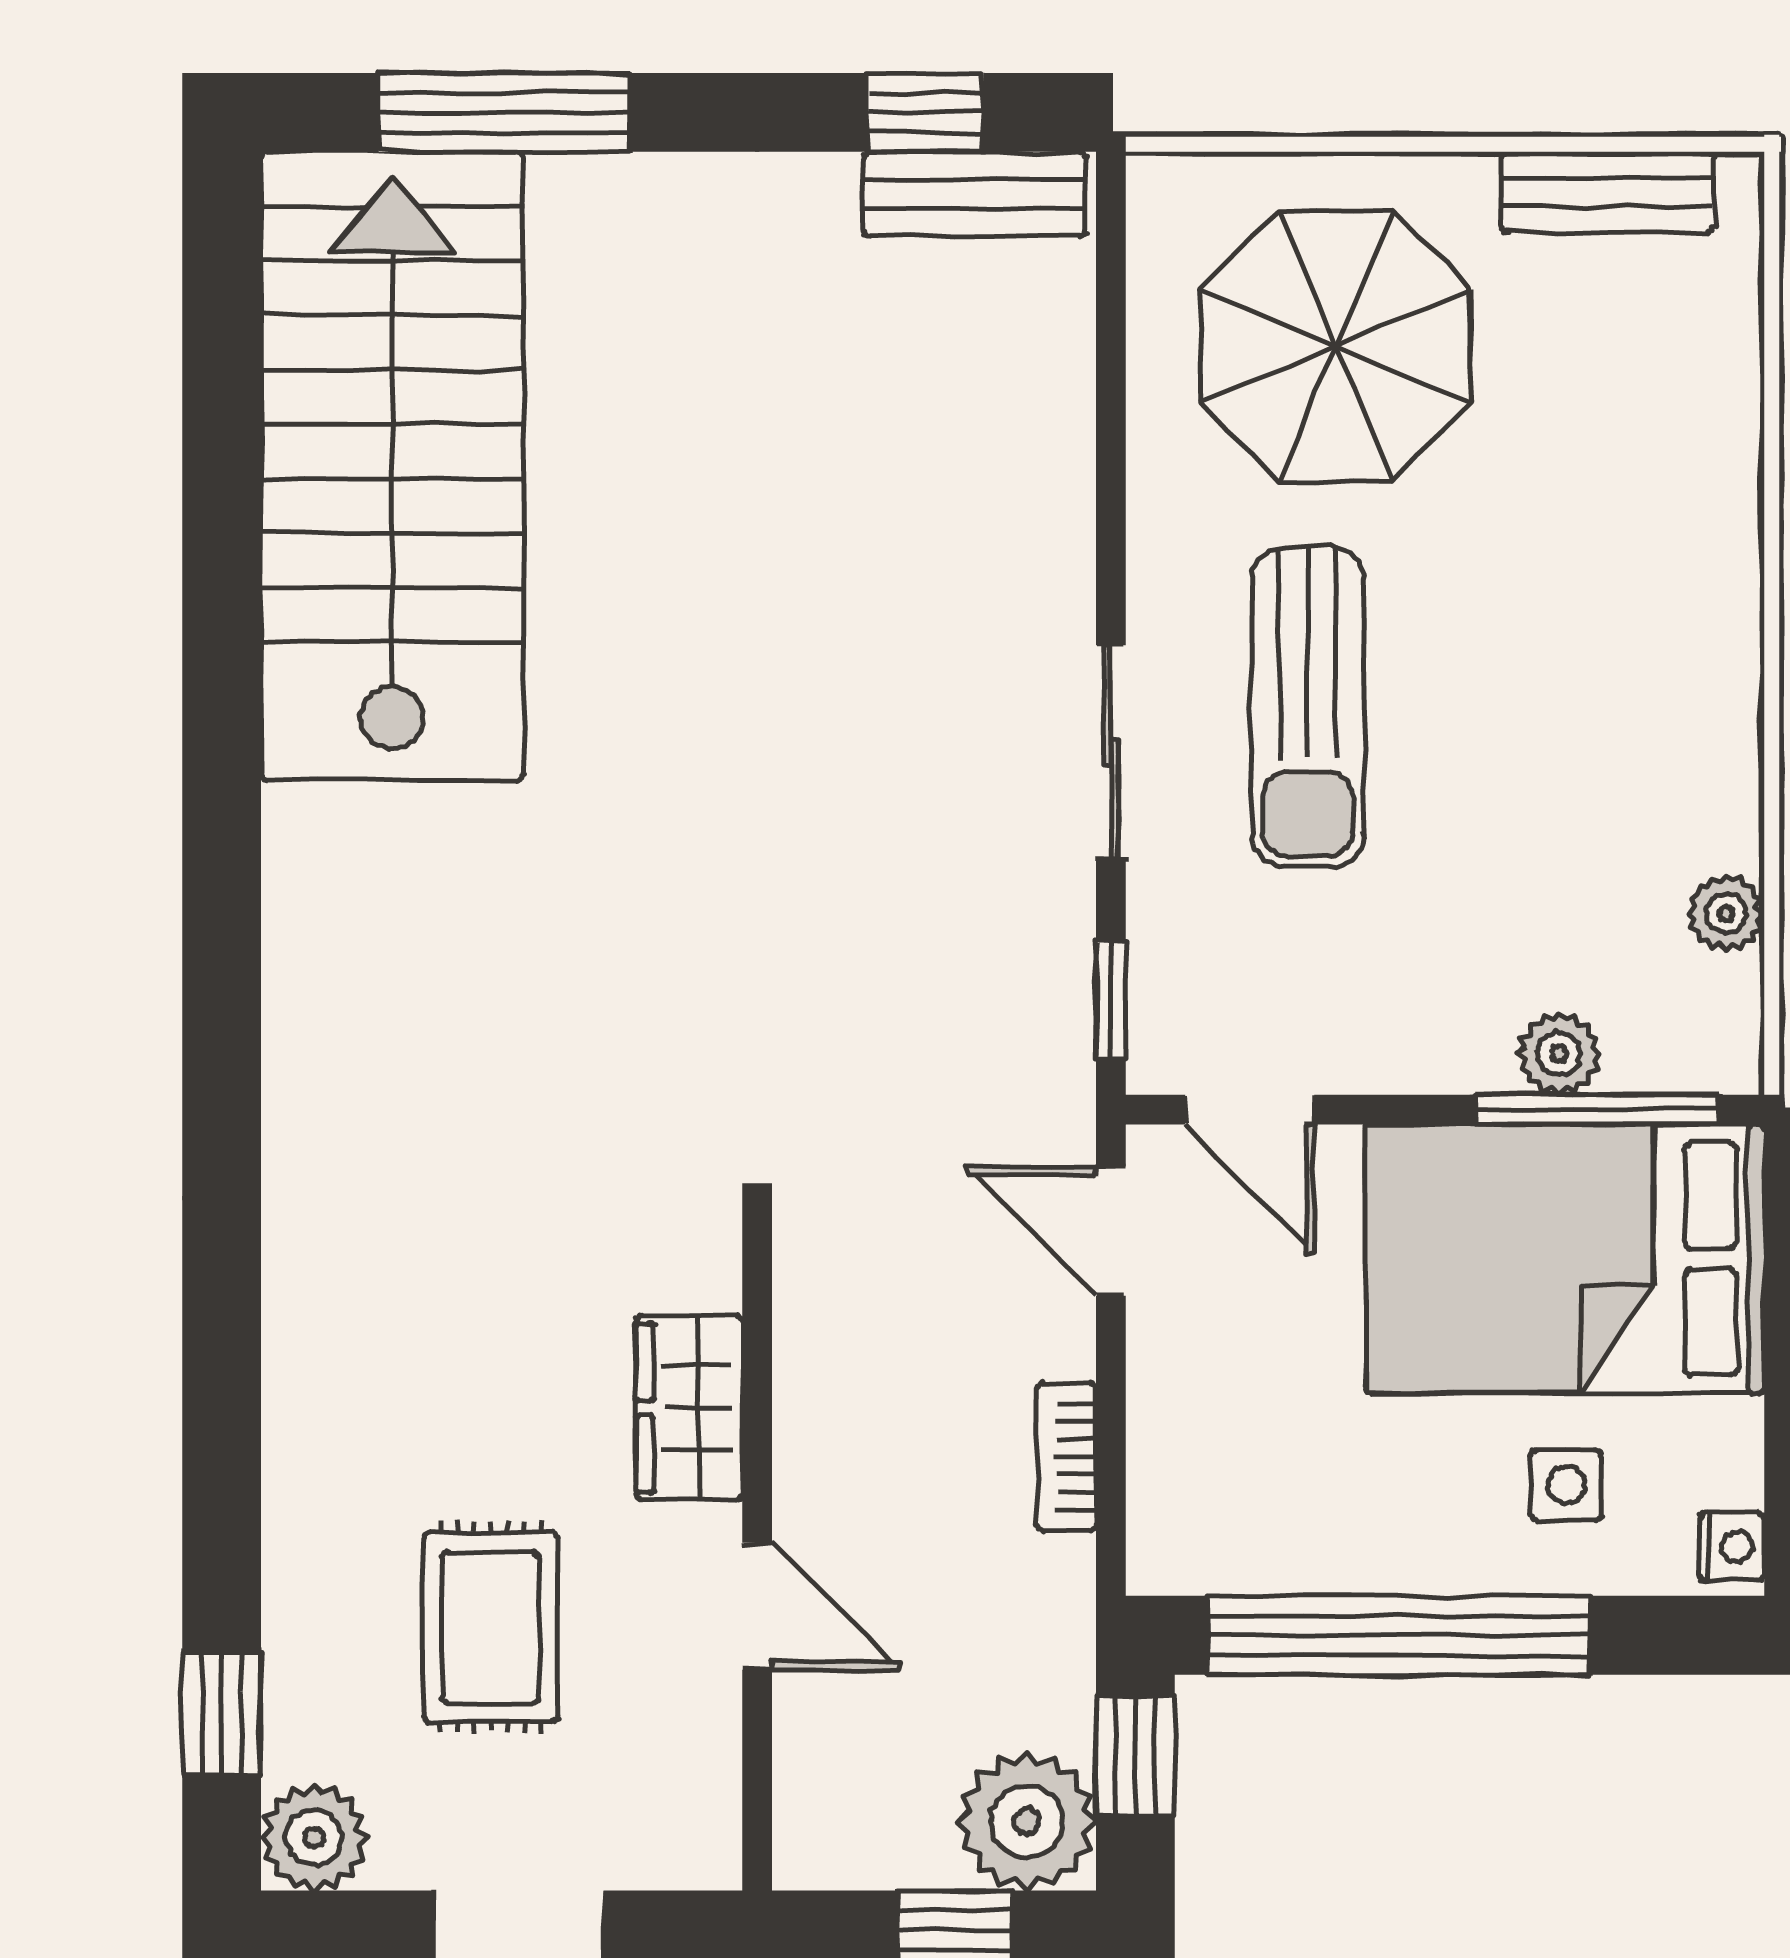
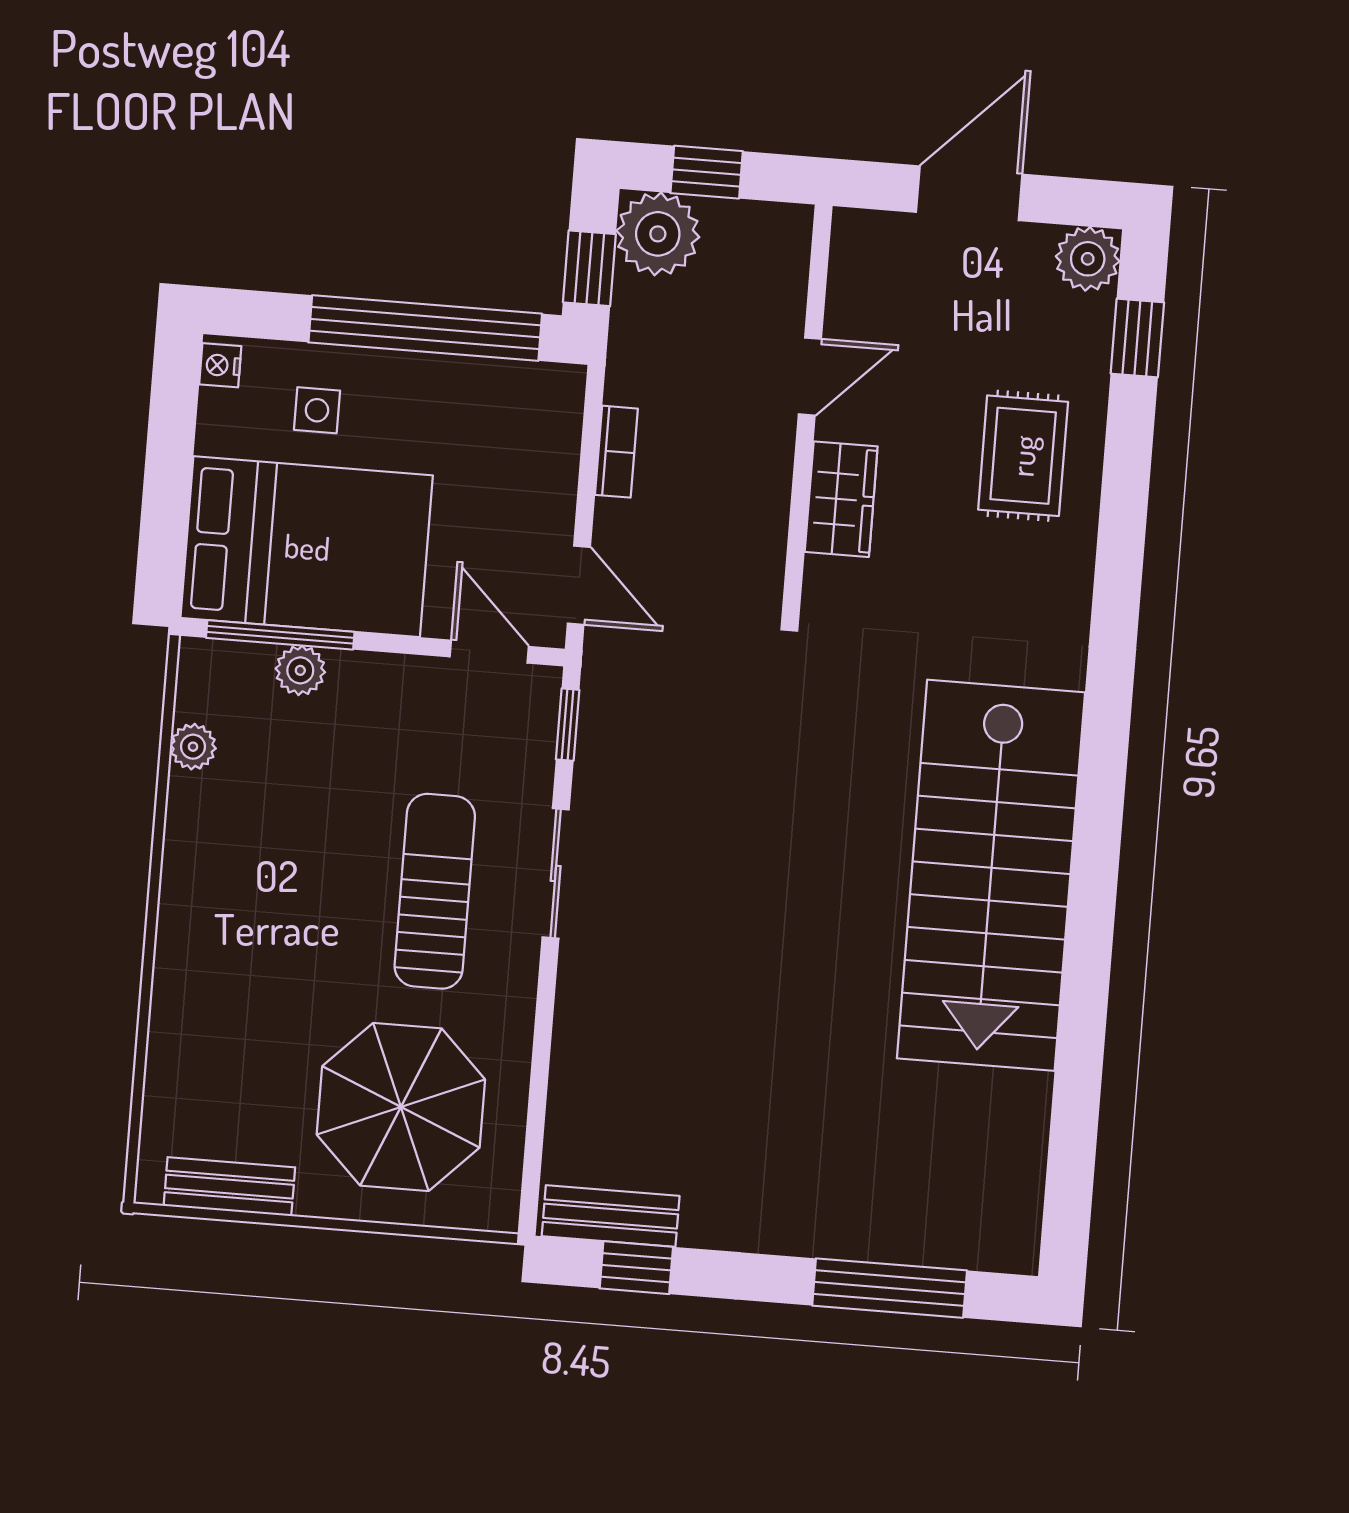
stairs: (392, 466) -> (991, 875), moved
door: (757, 1606) -> (810, 377), swing flipped
rug: (491, 1627) -> (1023, 456), moved

